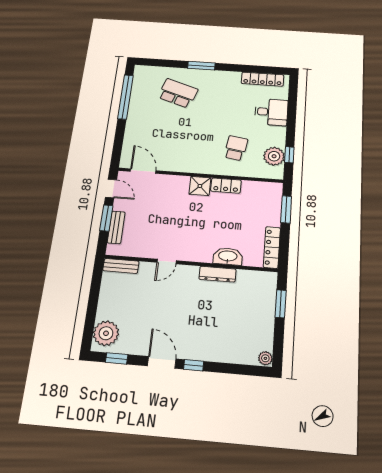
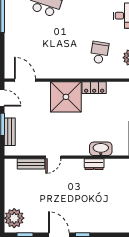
shower: (200, 186) -> (66, 97), width x1.86, depth x1.86
bench: (121, 266) -> (31, 164), moved
dresser: (217, 274) -> (94, 164), width x0.70

